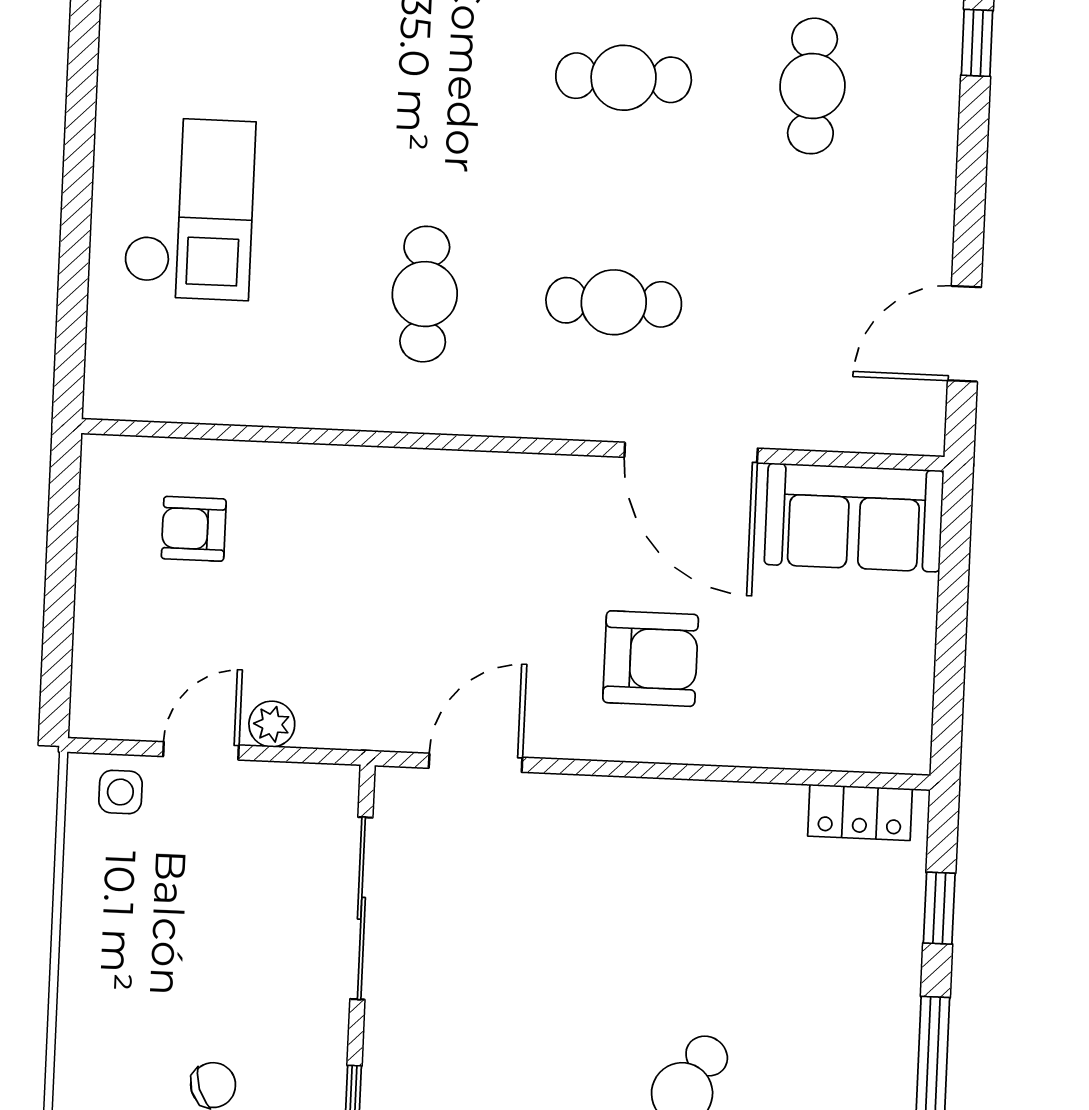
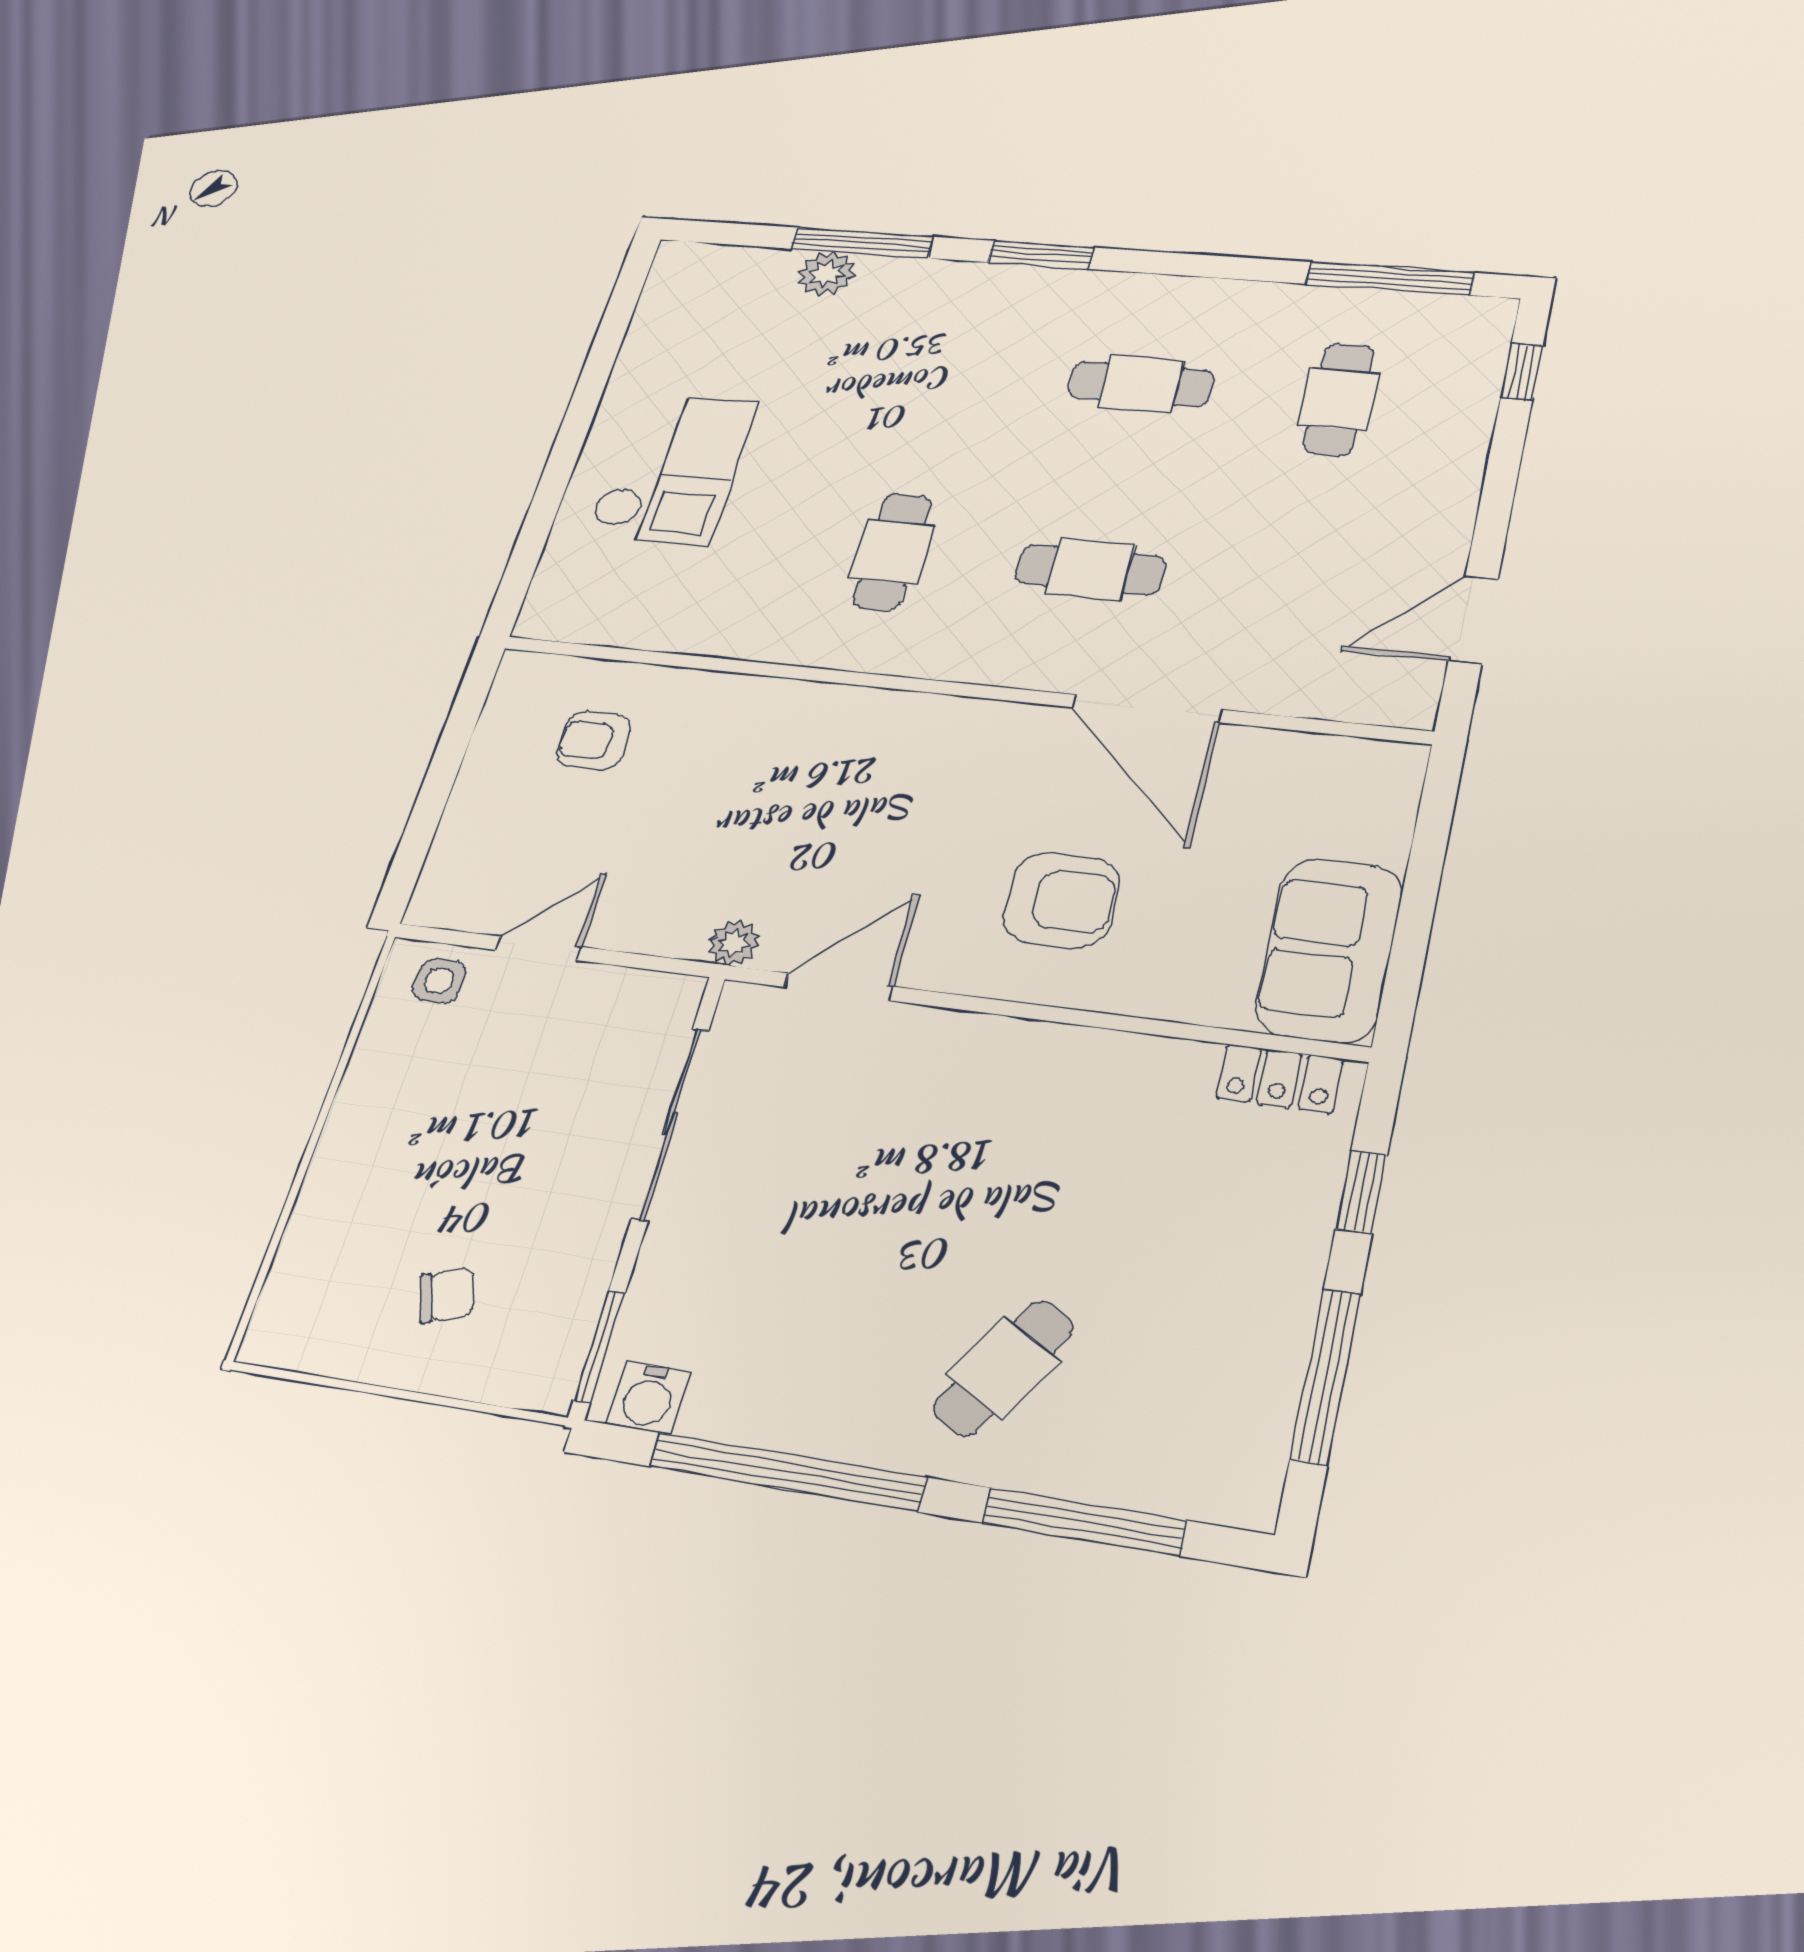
sofa: (854, 518) -> (1329, 950), moved, turned 90
plant: (272, 724) -> (734, 943), moved

